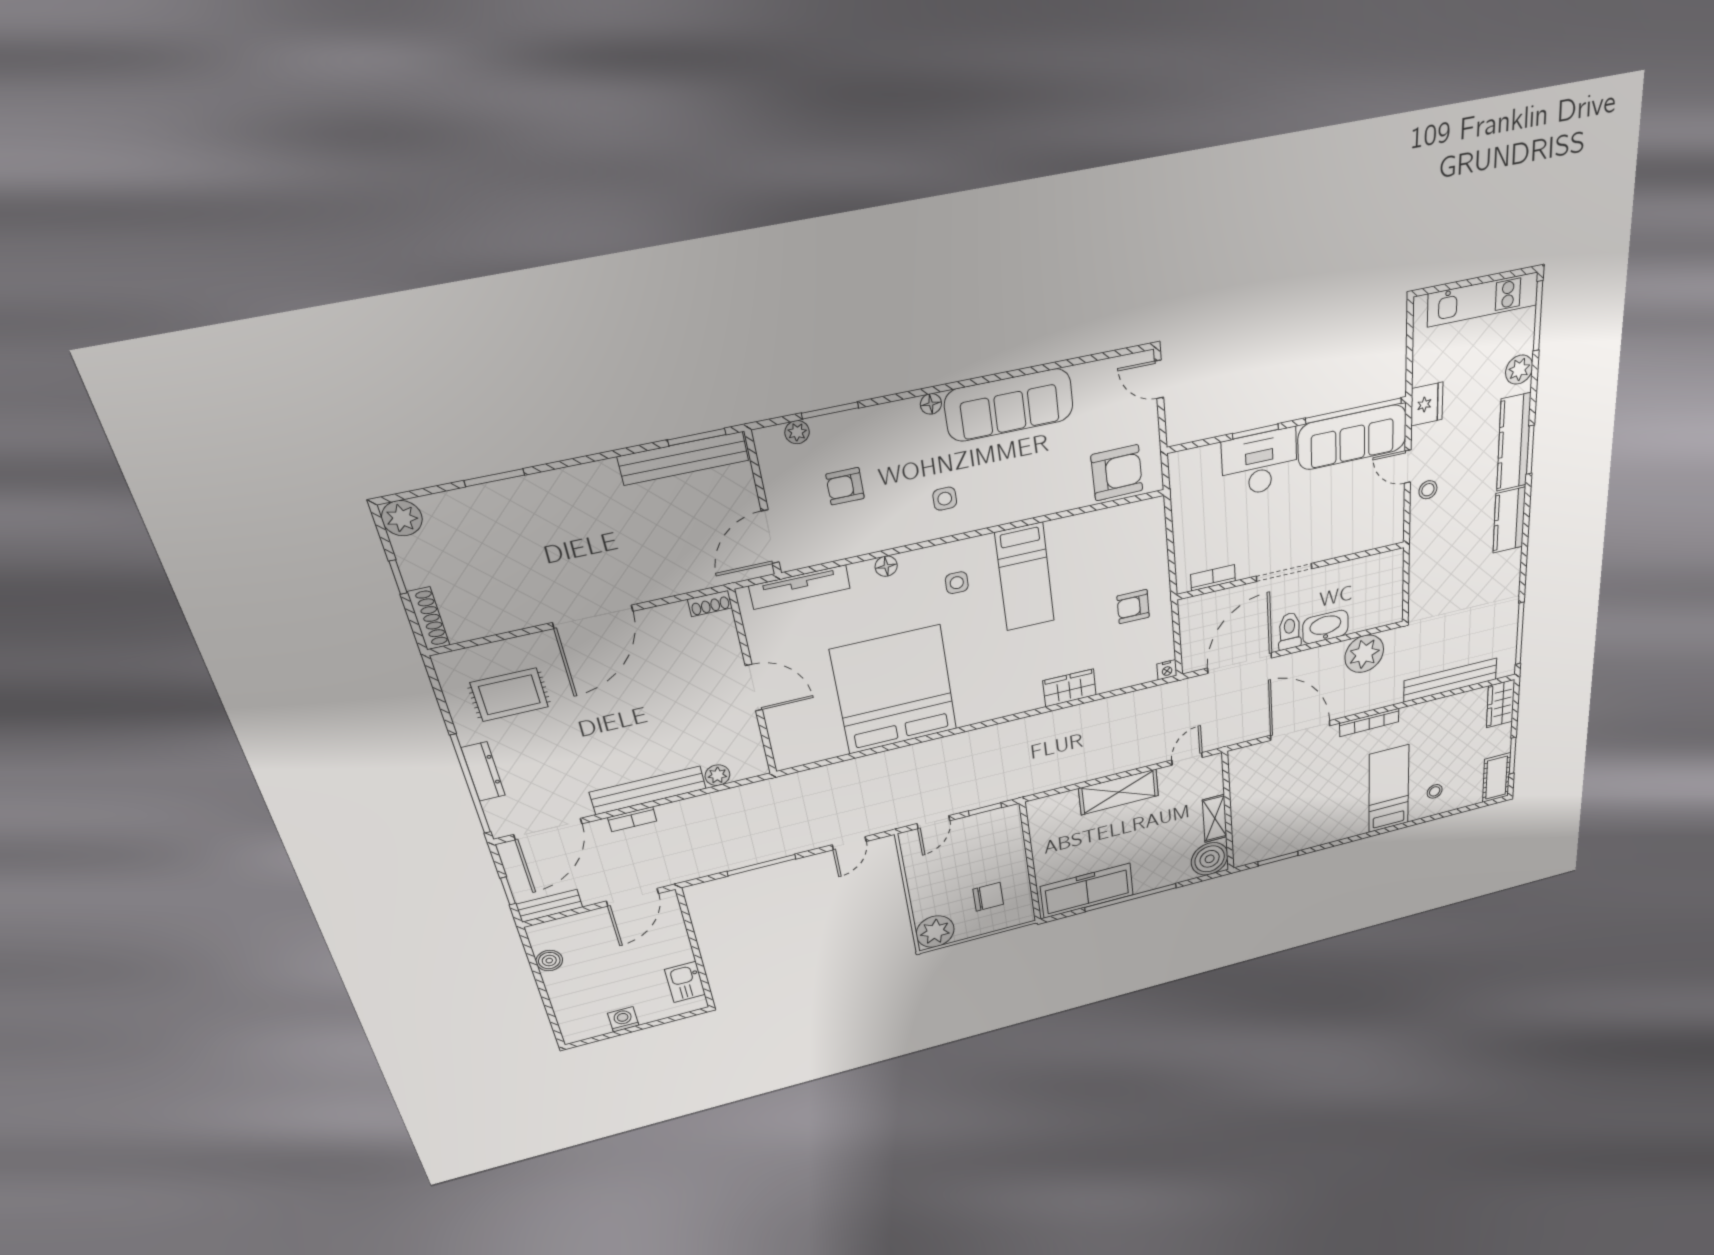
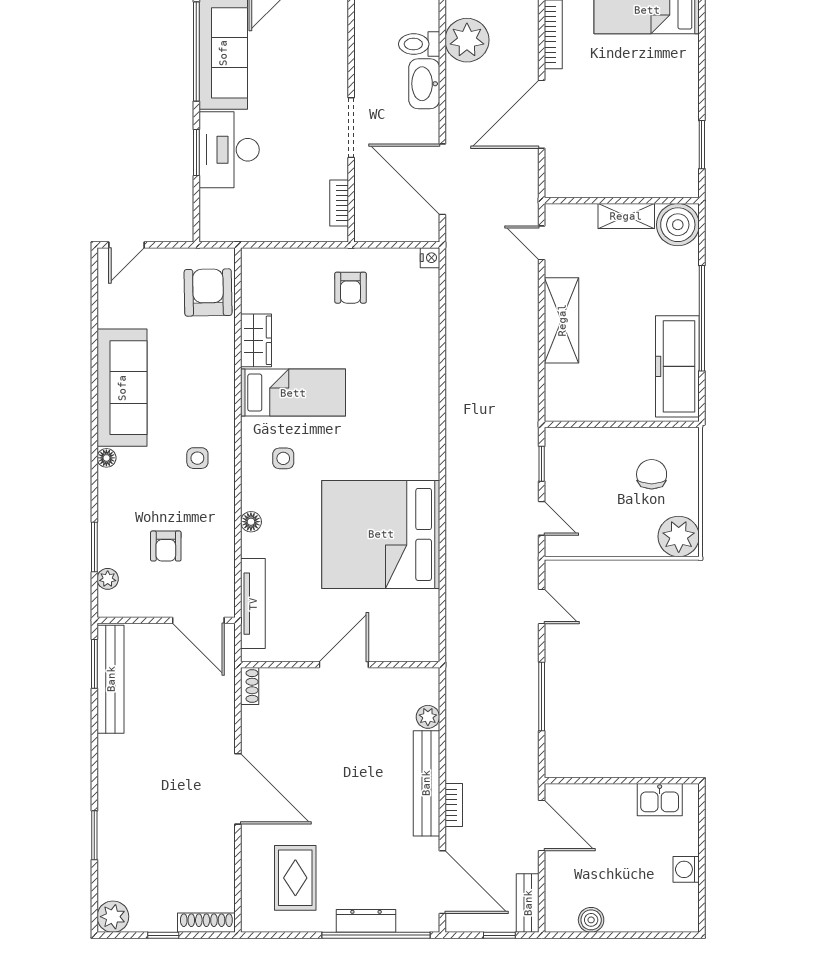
toilet: (1290, 631) -> (419, 44), moved
wardrobe: (1070, 688) -> (256, 340), moved, turned 180

